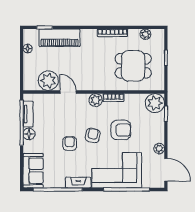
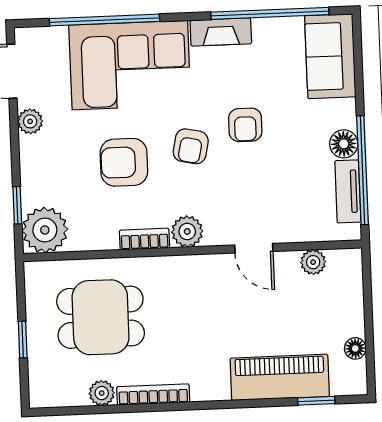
plant: (145, 34) -> (102, 393), moved
plant: (48, 81) -> (313, 262), width x0.53, depth x0.53

